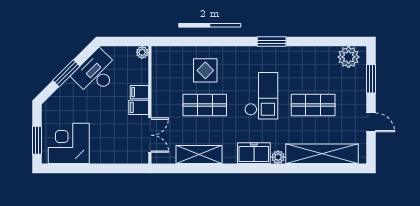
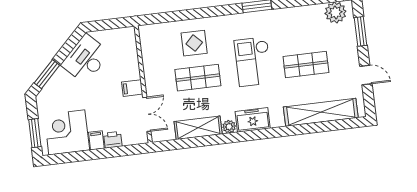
plant: (142, 52) -> (129, 33), removed
window: (66, 73) -> (47, 74), moved
filing cabinet: (139, 92) -> (96, 140), moved, turned 90
checkout: (261, 96) -> (253, 62), turned 180
printer: (113, 156) -> (113, 140), added
plant: (278, 157) -> (229, 127), moved

